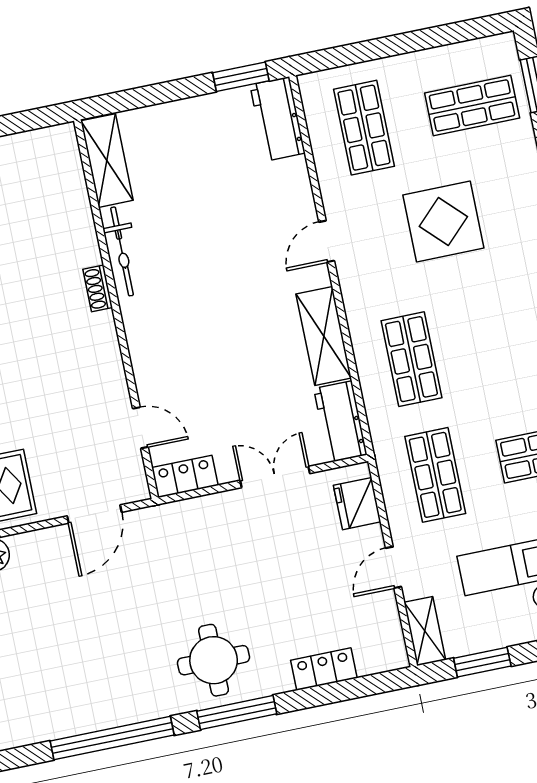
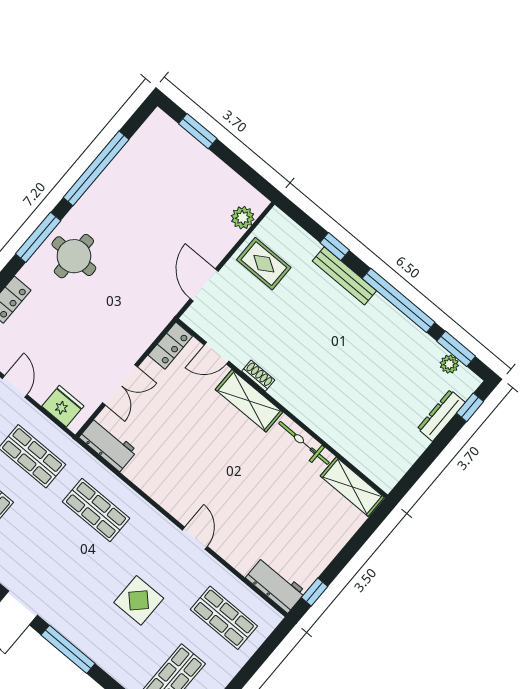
window: (241, 77) -> (315, 592), width x0.67
display table: (443, 222) -> (139, 600), width x0.73, depth x0.73
shoe rack: (98, 288) -> (258, 376), moved
shelving: (324, 336) -> (249, 401), moved

